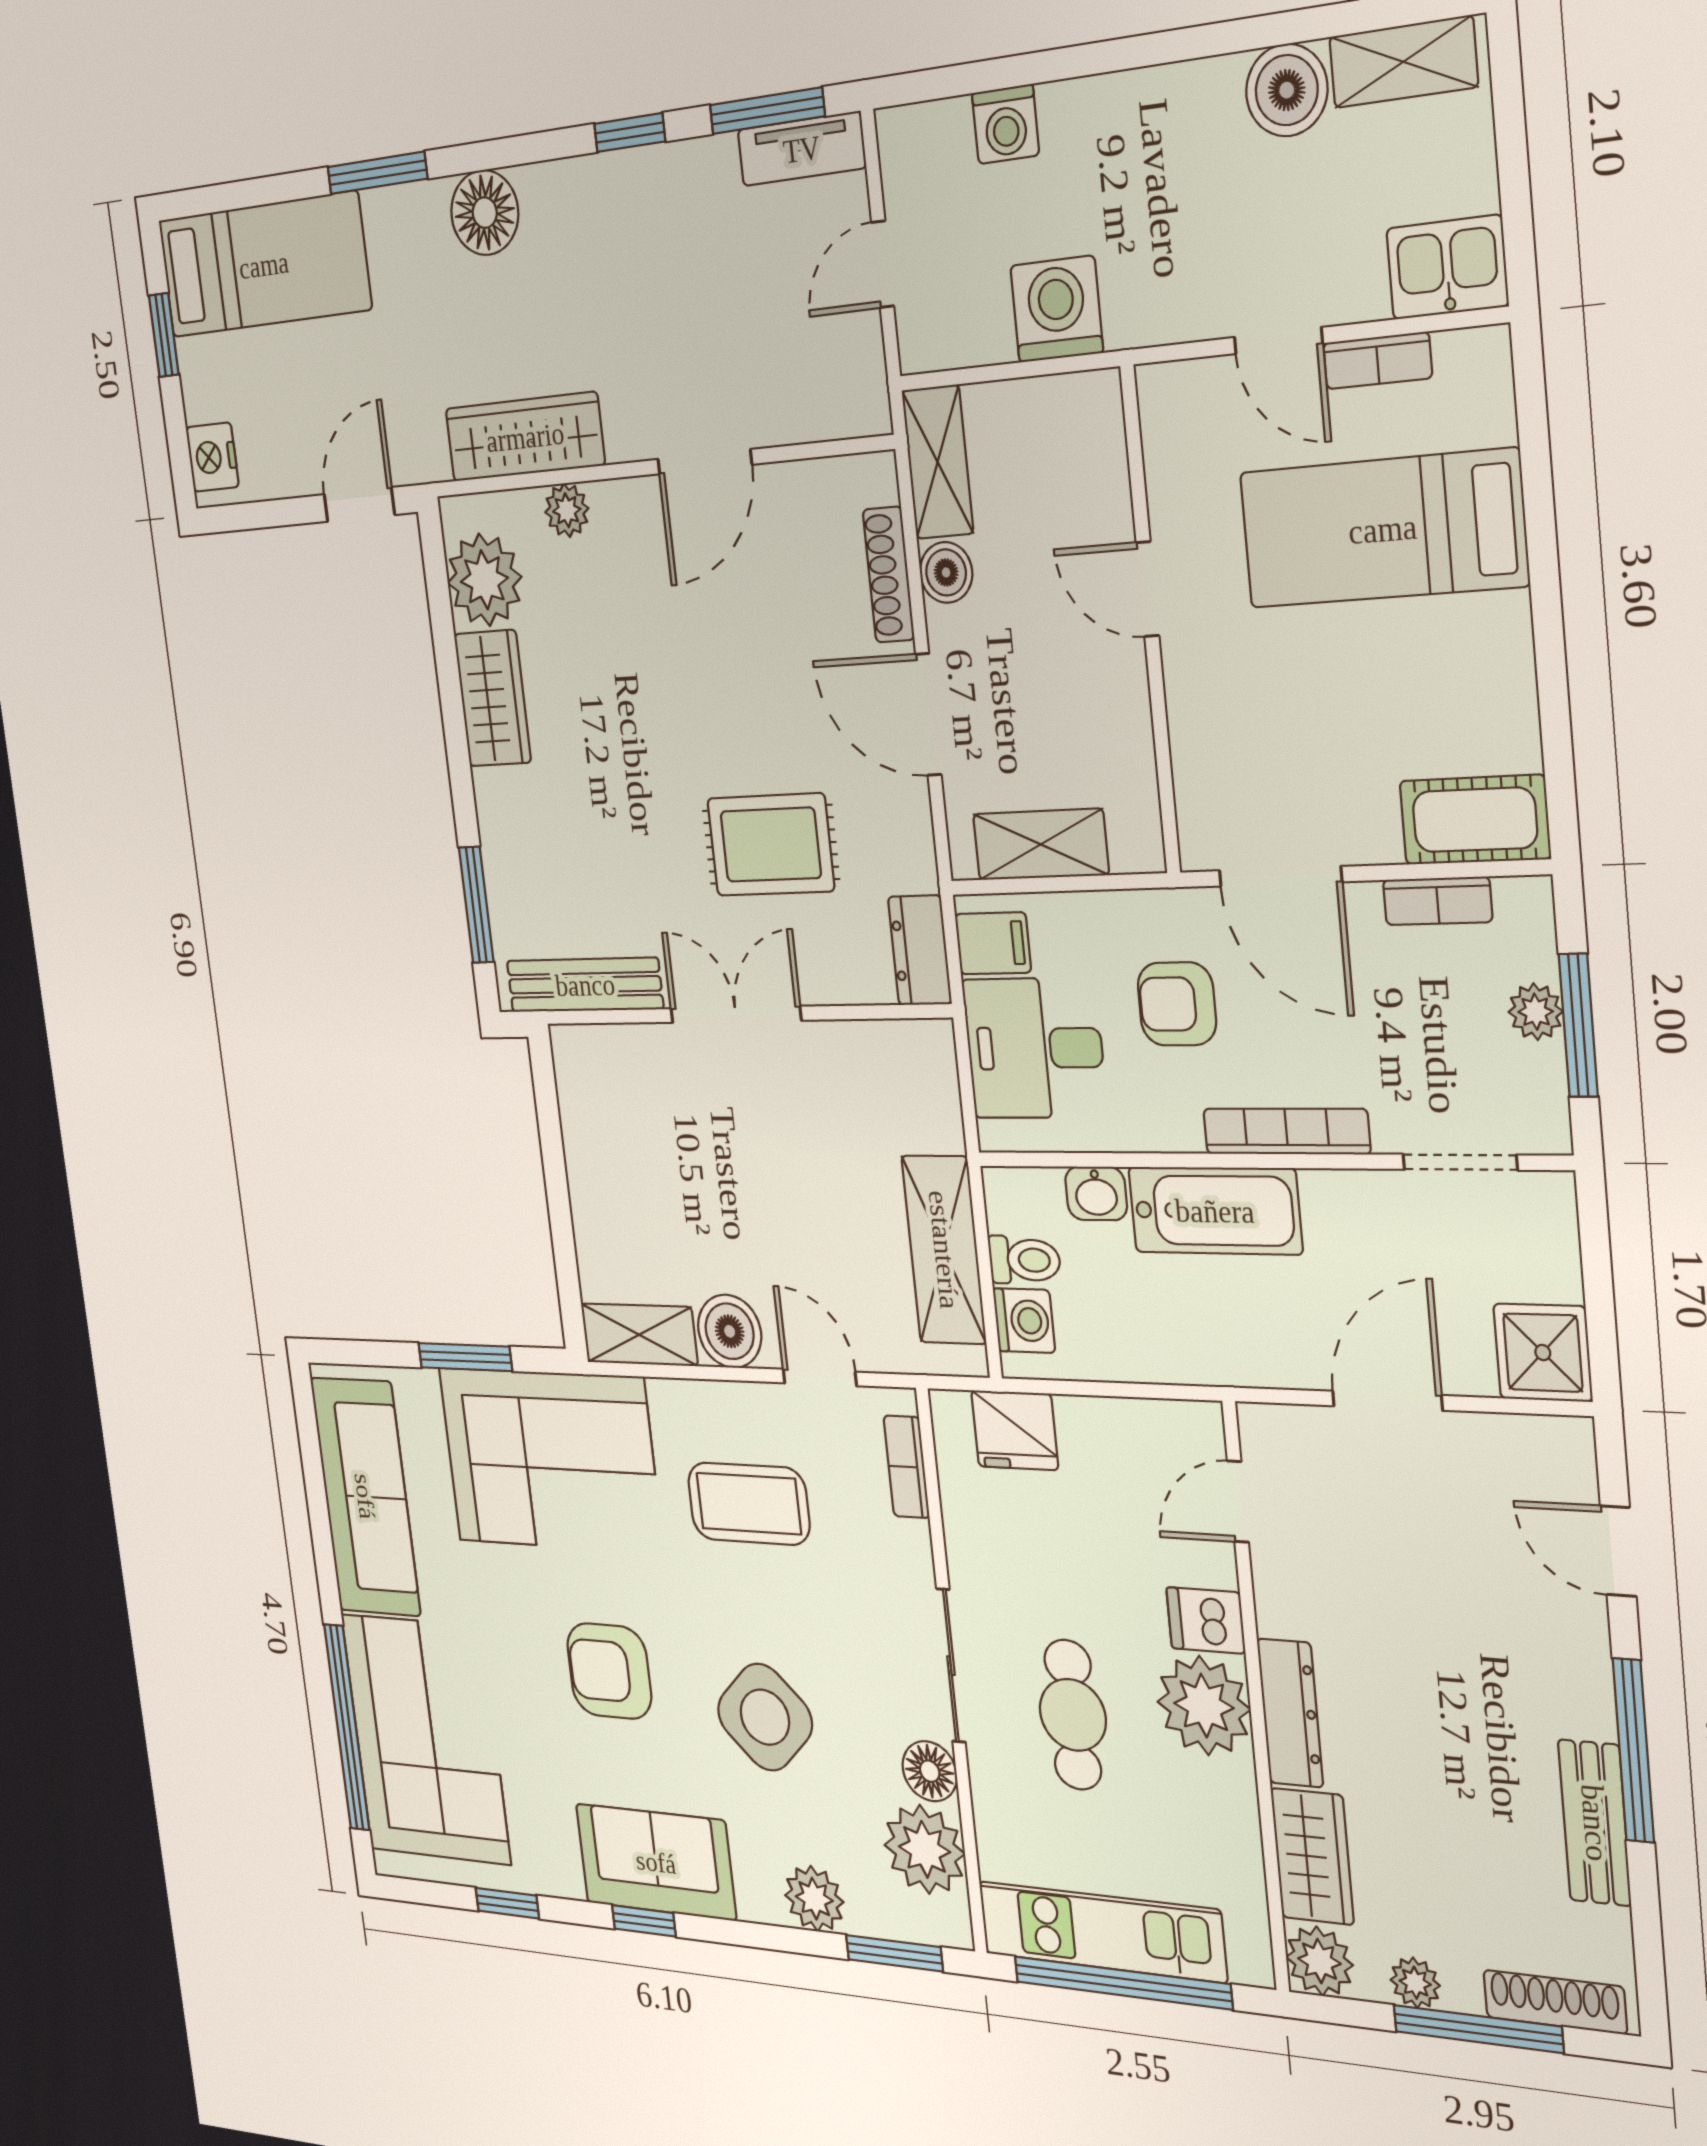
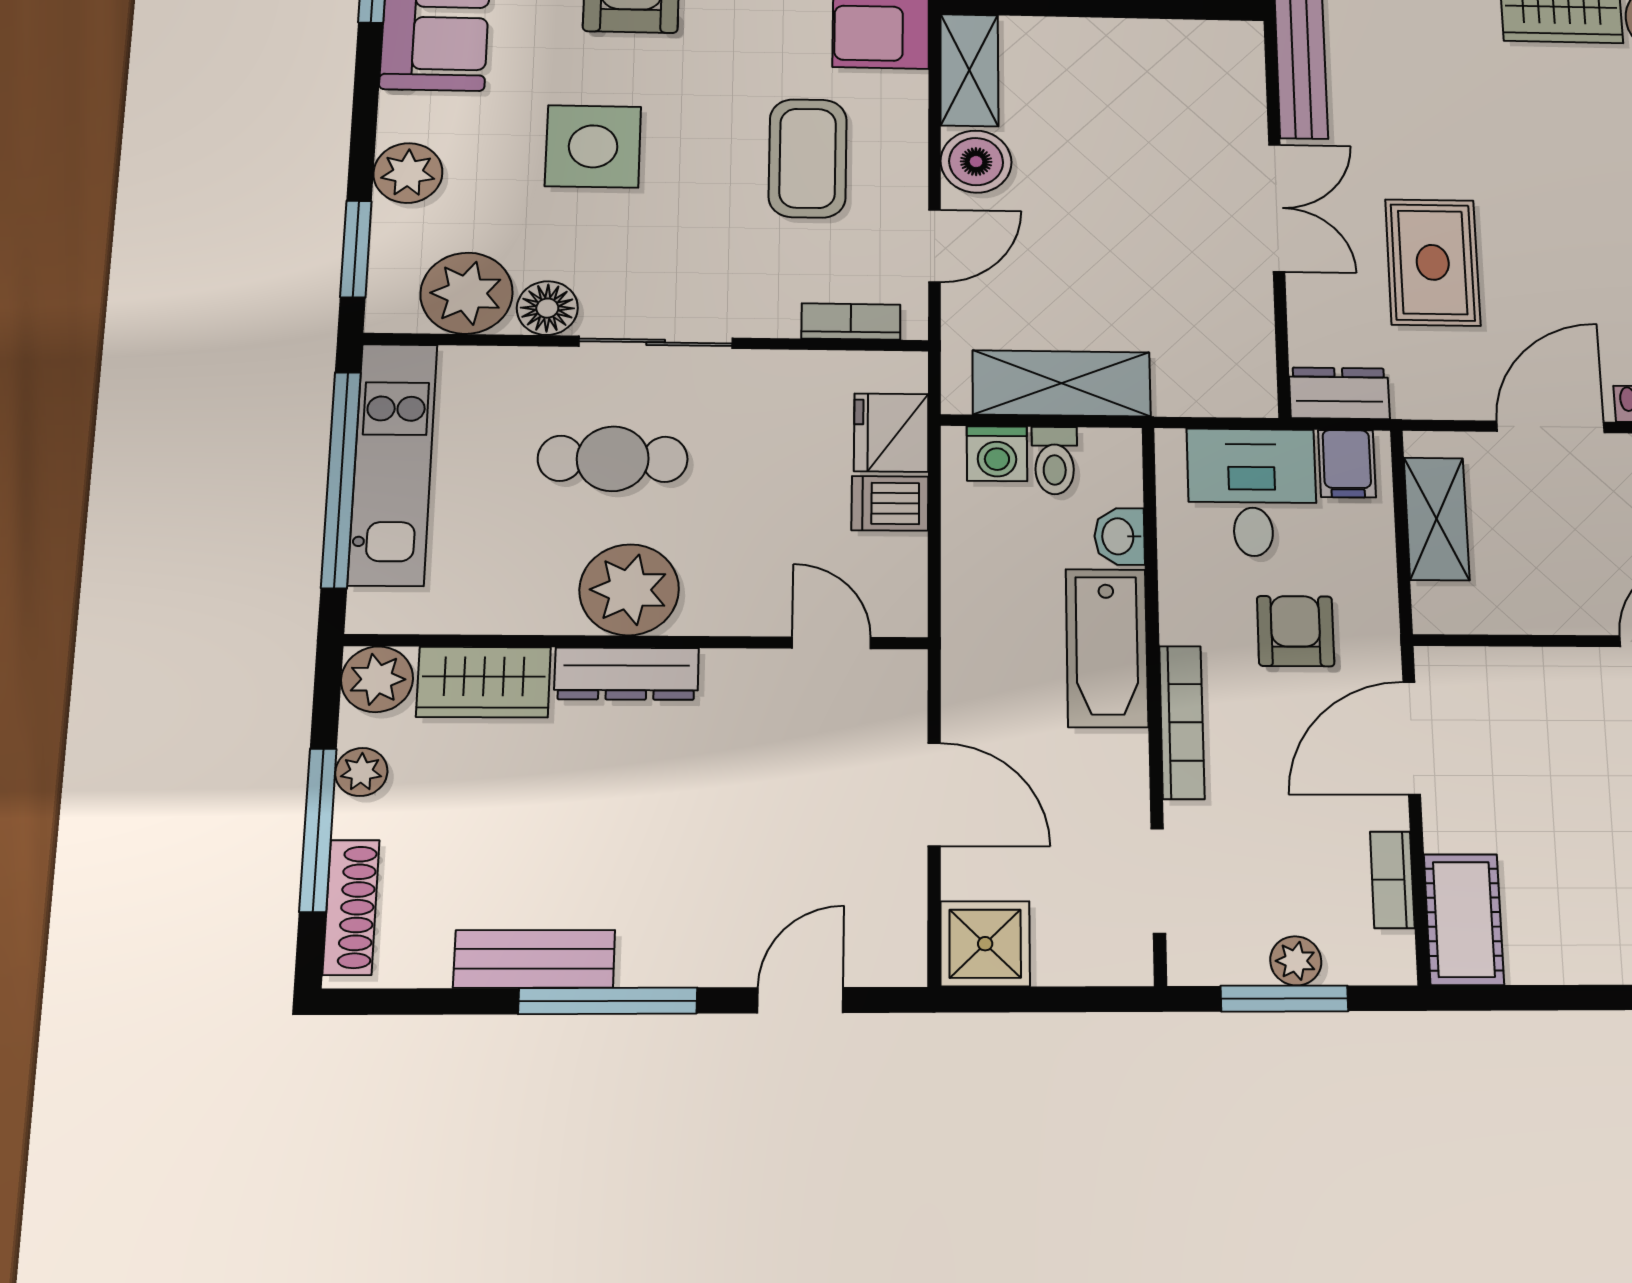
dishwasher: (1206, 1620) -> (890, 503), moved, turned -90
side table: (765, 1717) -> (593, 146), turned 45

